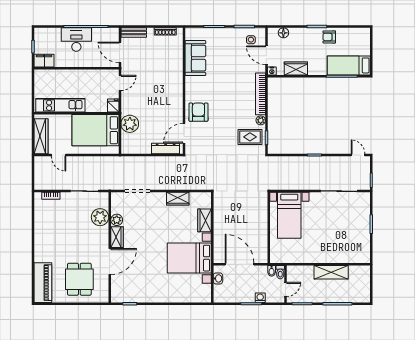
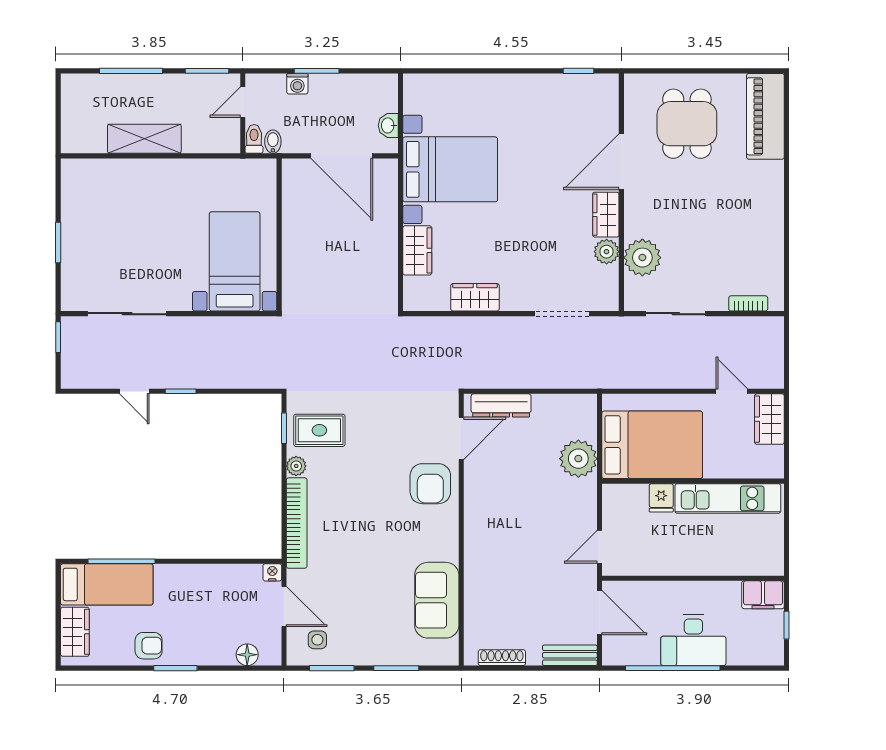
wardrobe: (296, 68) -> (75, 632), moved, turned -90
fridge: (113, 106) -> (661, 498), moved
wardrobe: (41, 136) -> (769, 419), width x0.67
door: (358, 155) -> (134, 391), moved

